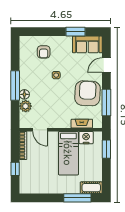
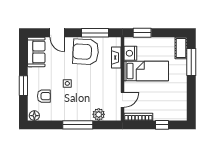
window: (76, 32) -> (23, 86), moved
floor lamp: (24, 94) -> (34, 116), moved

